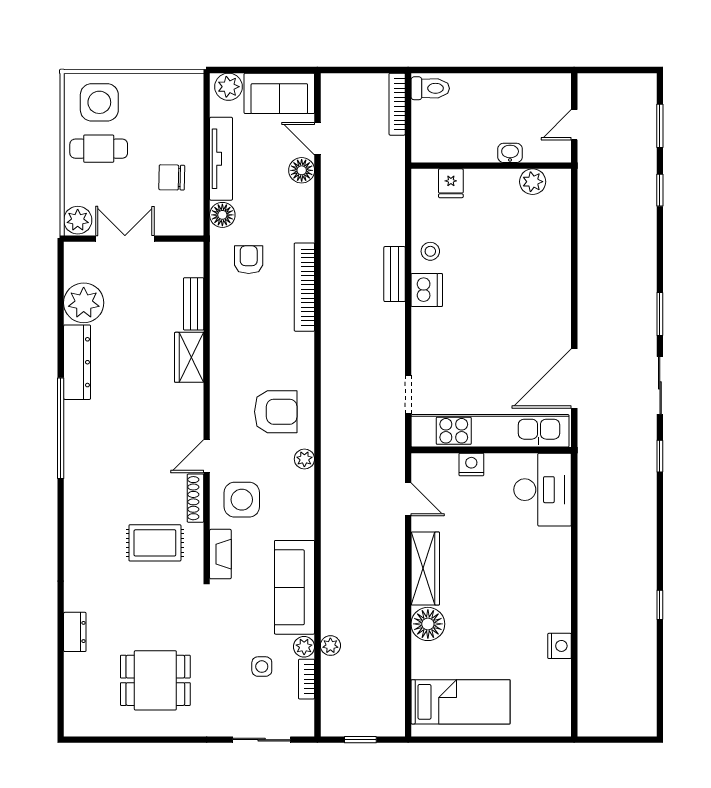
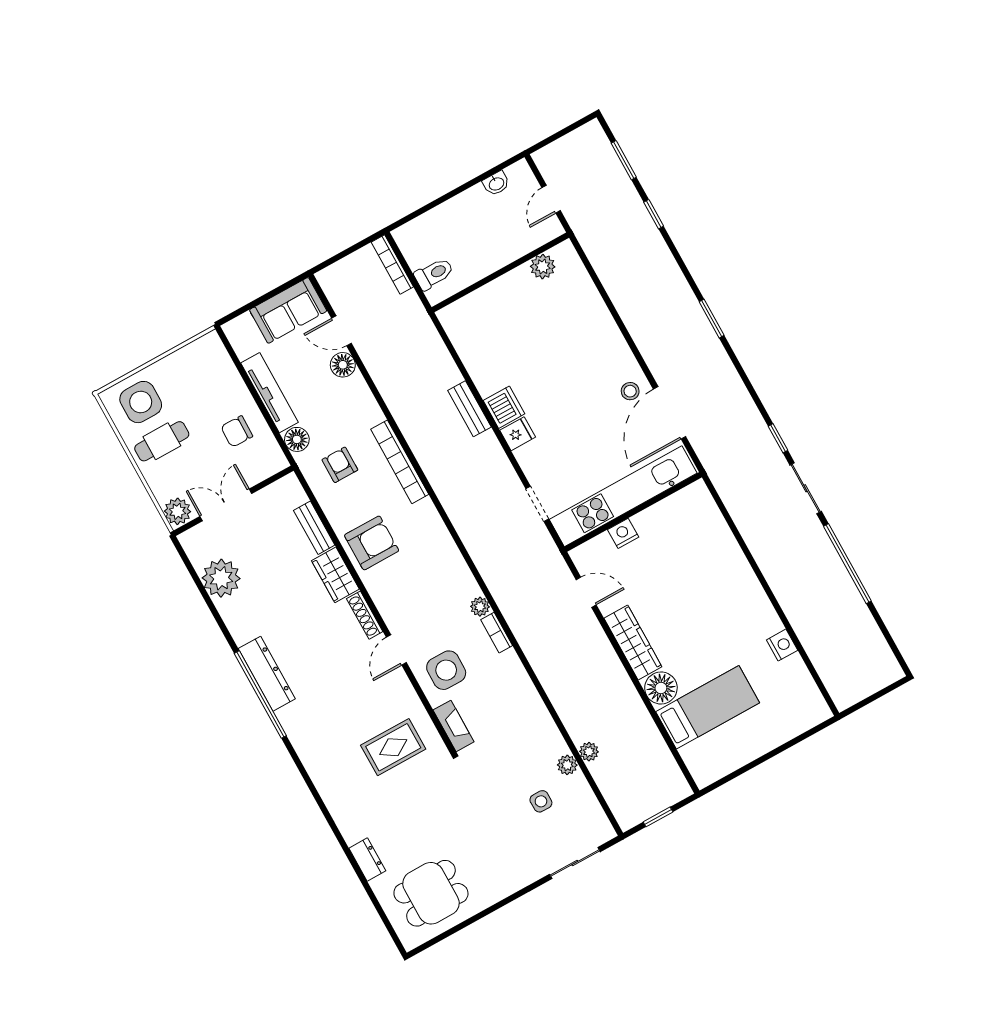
plant: (228, 87) -> (242, 329), removed
toilet: (430, 88) -> (434, 274), moved
washbasin: (510, 153) -> (496, 183), moved, turned 180
fridge: (451, 183) -> (518, 434), moved, turned -90
stool: (430, 251) -> (630, 391), moved
dresser: (77, 362) -> (267, 674), moved
sliding door: (660, 385) -> (806, 488), moved
armchair: (276, 412) -> (372, 543), moved
desk: (543, 490) -> (695, 521), removed
shoe rack: (195, 498) -> (365, 615), moved
sofa: (294, 587) -> (531, 719), removed
window: (660, 605) -> (847, 564), width x3.17
bookcase: (306, 679) -> (497, 633), moved
dining table: (155, 680) -> (431, 893), moved
bed: (461, 702) -> (708, 707), moved

